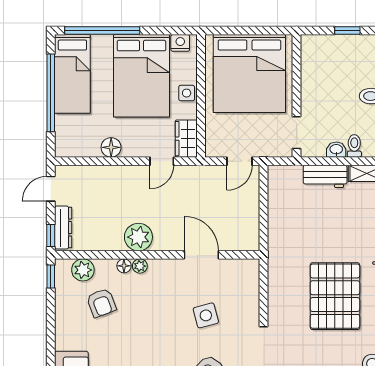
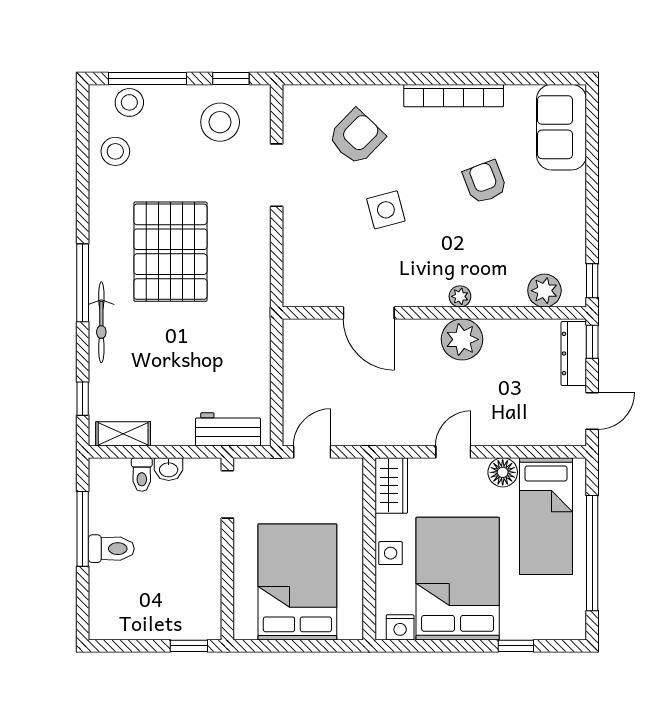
window: (102, 31) -> (516, 646), width x0.32
window: (347, 31) -> (189, 646), moved
bed: (72, 74) -> (546, 516), moved, turned 180
bed: (249, 74) -> (297, 582), width x0.73
door: (162, 161) -> (453, 452), moved
workbench: (325, 176) -> (228, 429), moved
floor lamp: (124, 266) -> (483, 297), removed
armchair: (101, 303) -> (485, 182), moved
side table: (206, 315) -> (386, 210), moved

